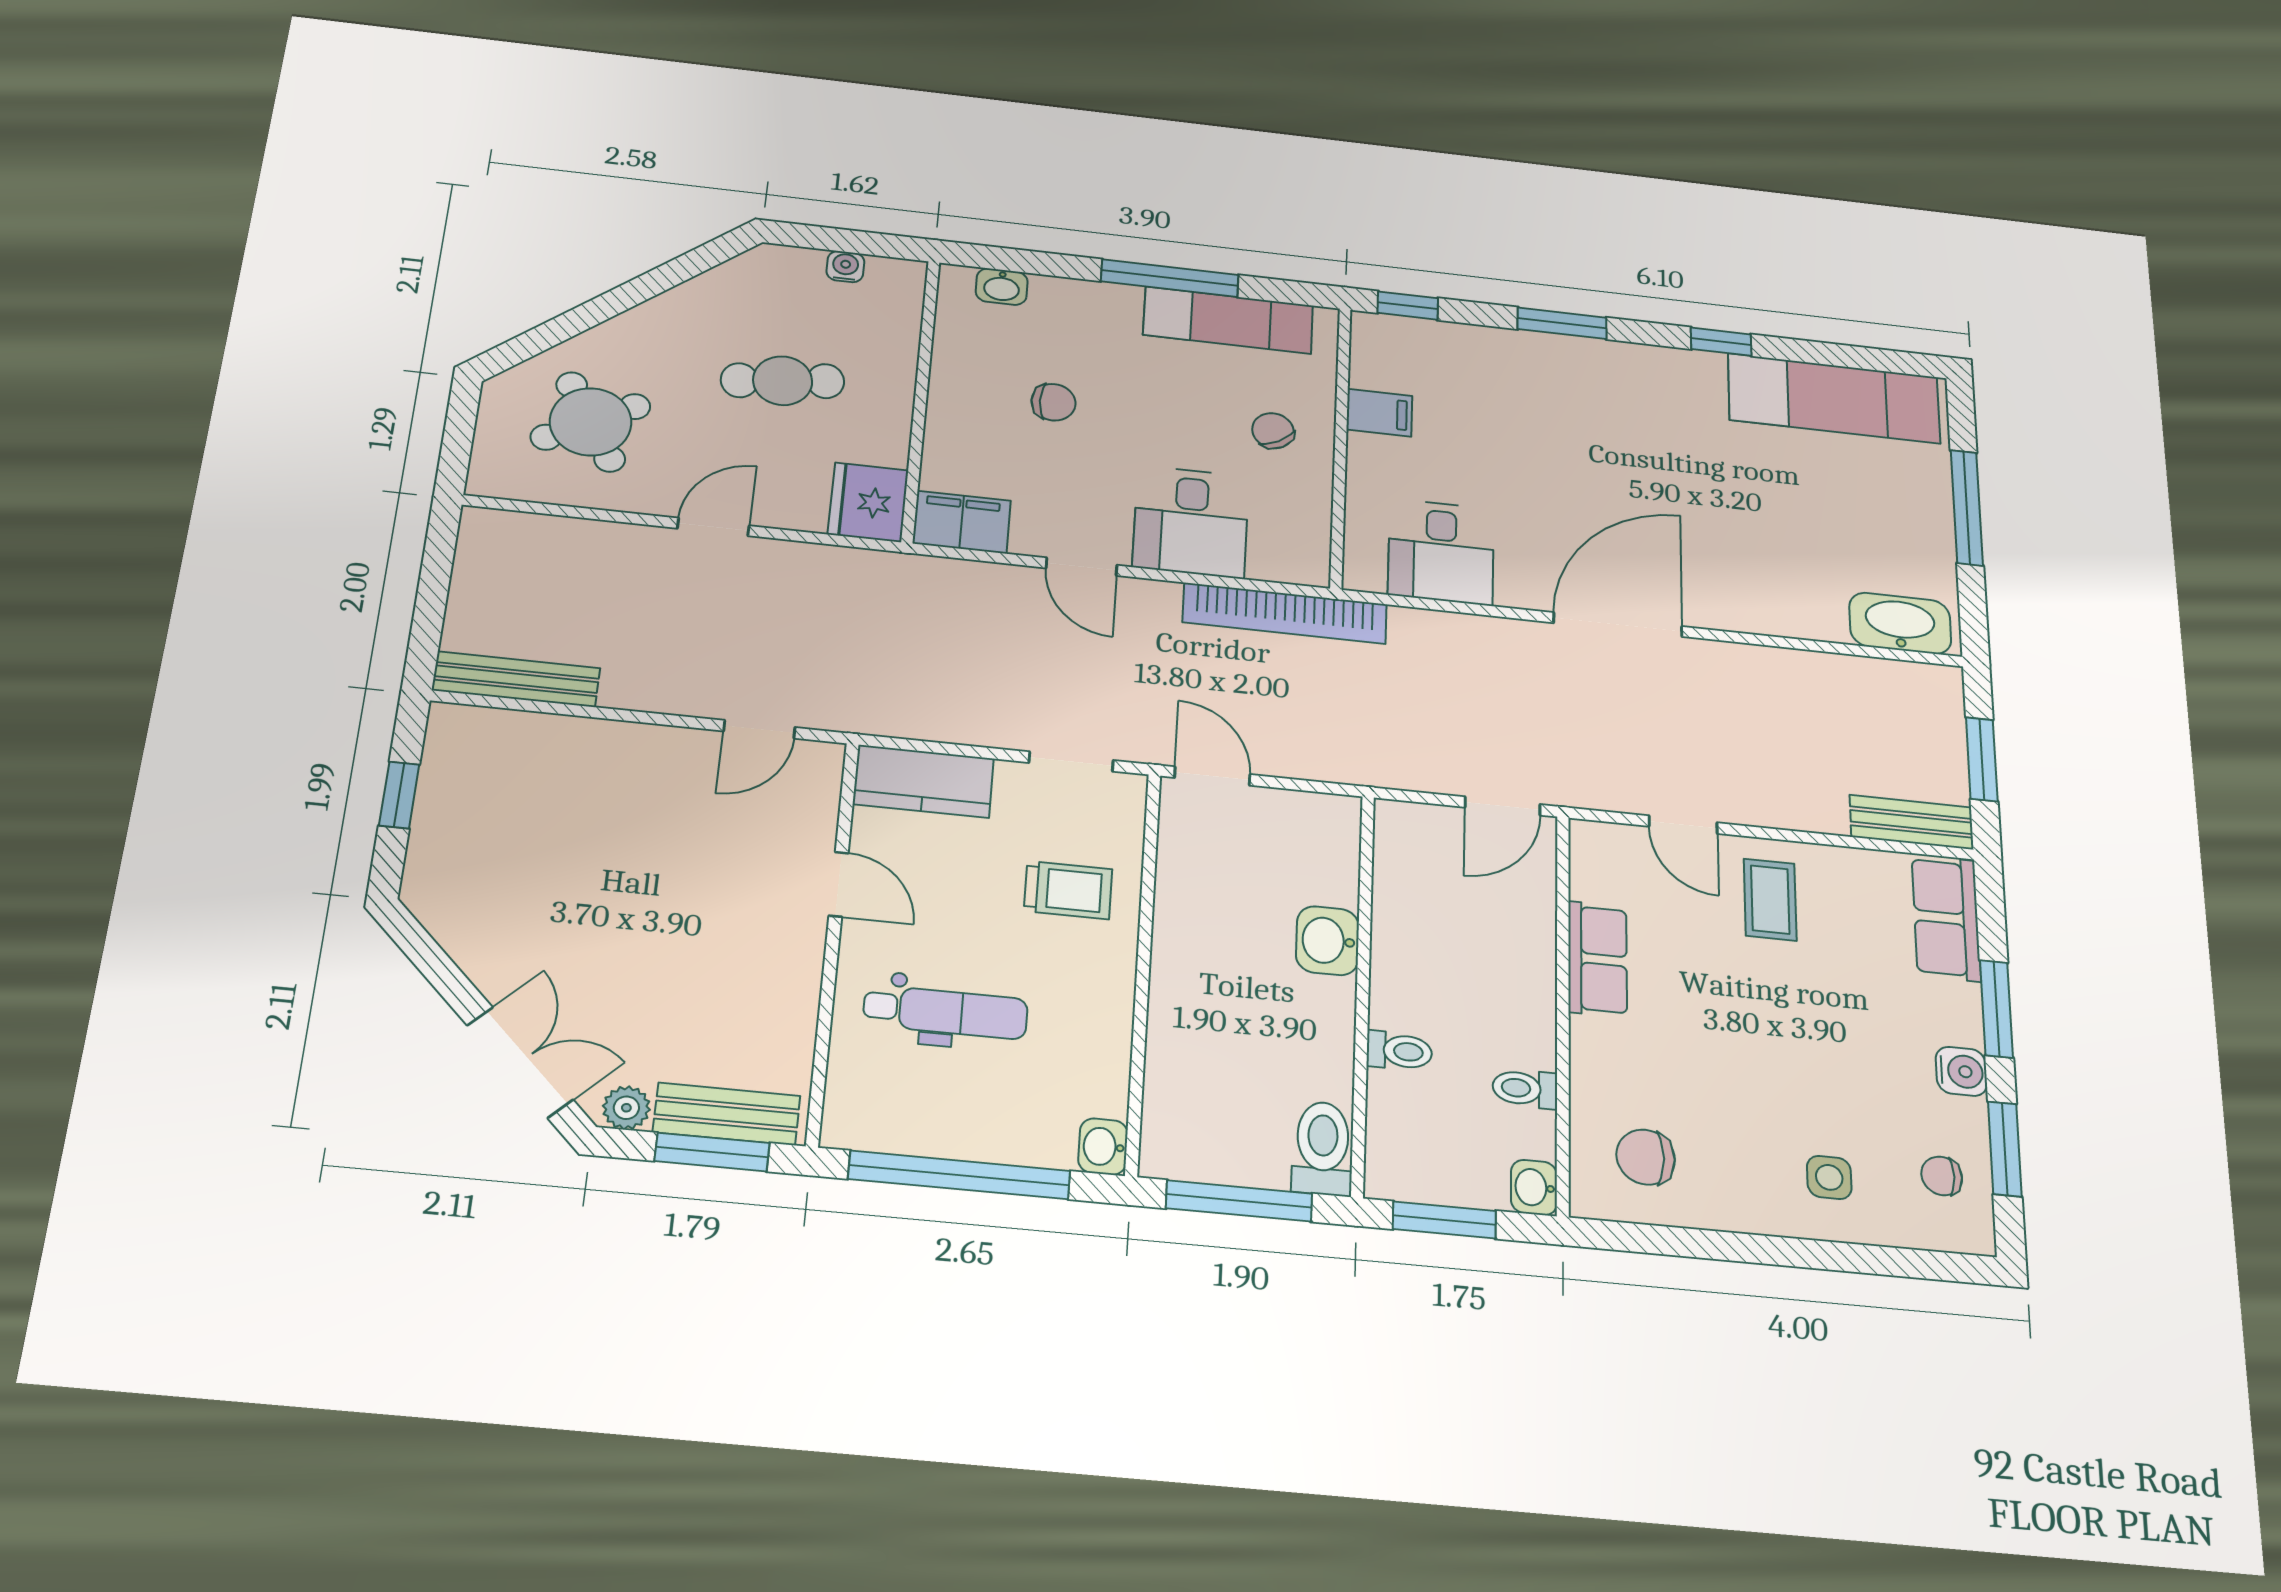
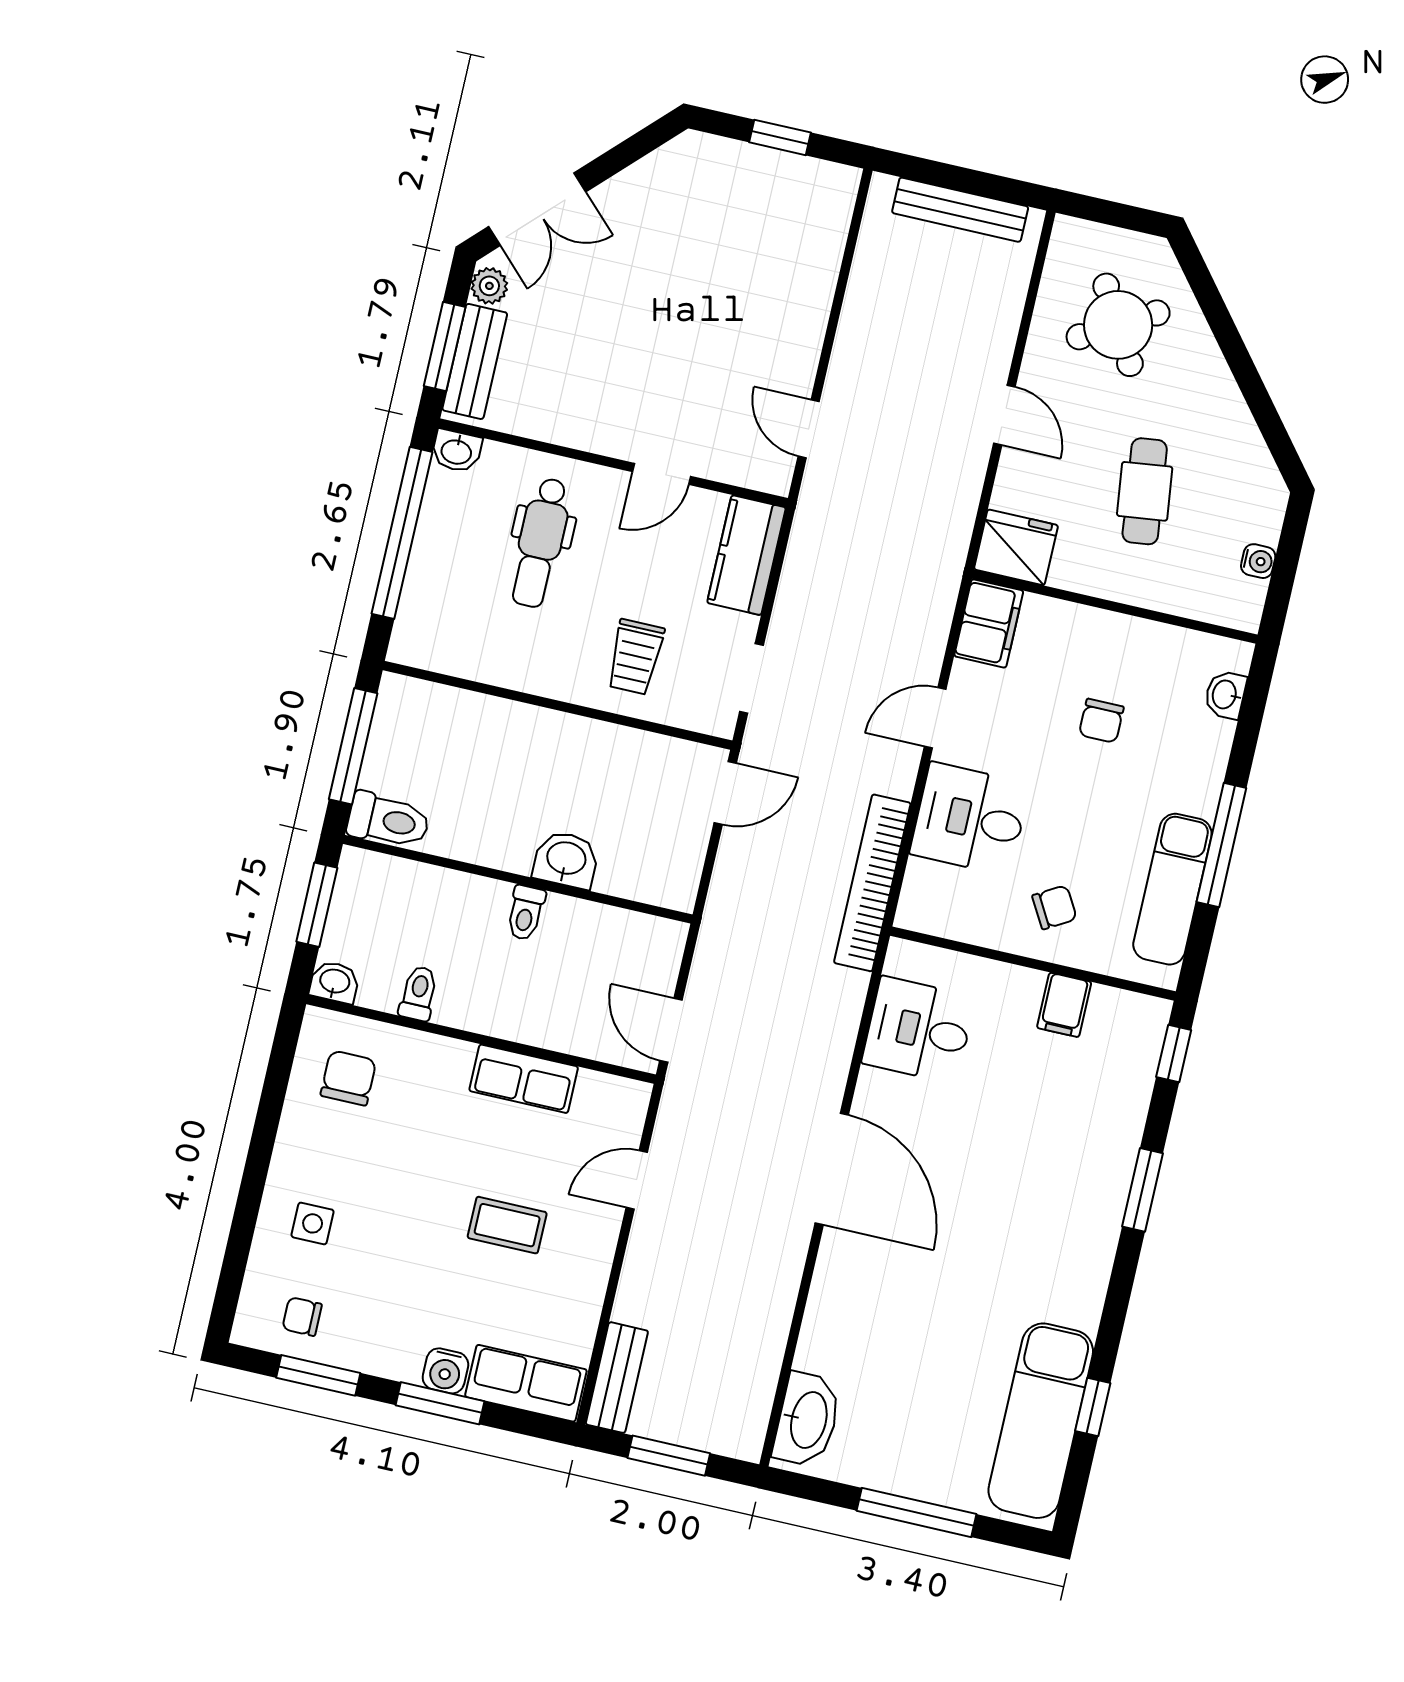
window: (1721, 342) -> (1093, 1407), moved
bench: (516, 679) -> (960, 210), moved, turned 90
coffee table: (1770, 900) -> (507, 1225), moved
toilet: (1399, 1051) -> (526, 913), moved
water cooler: (1961, 1071) -> (445, 1371), moved
washbasin: (1103, 1147) -> (456, 451), moved, turned 180
chair: (1942, 1176) -> (302, 1316), turned -90

